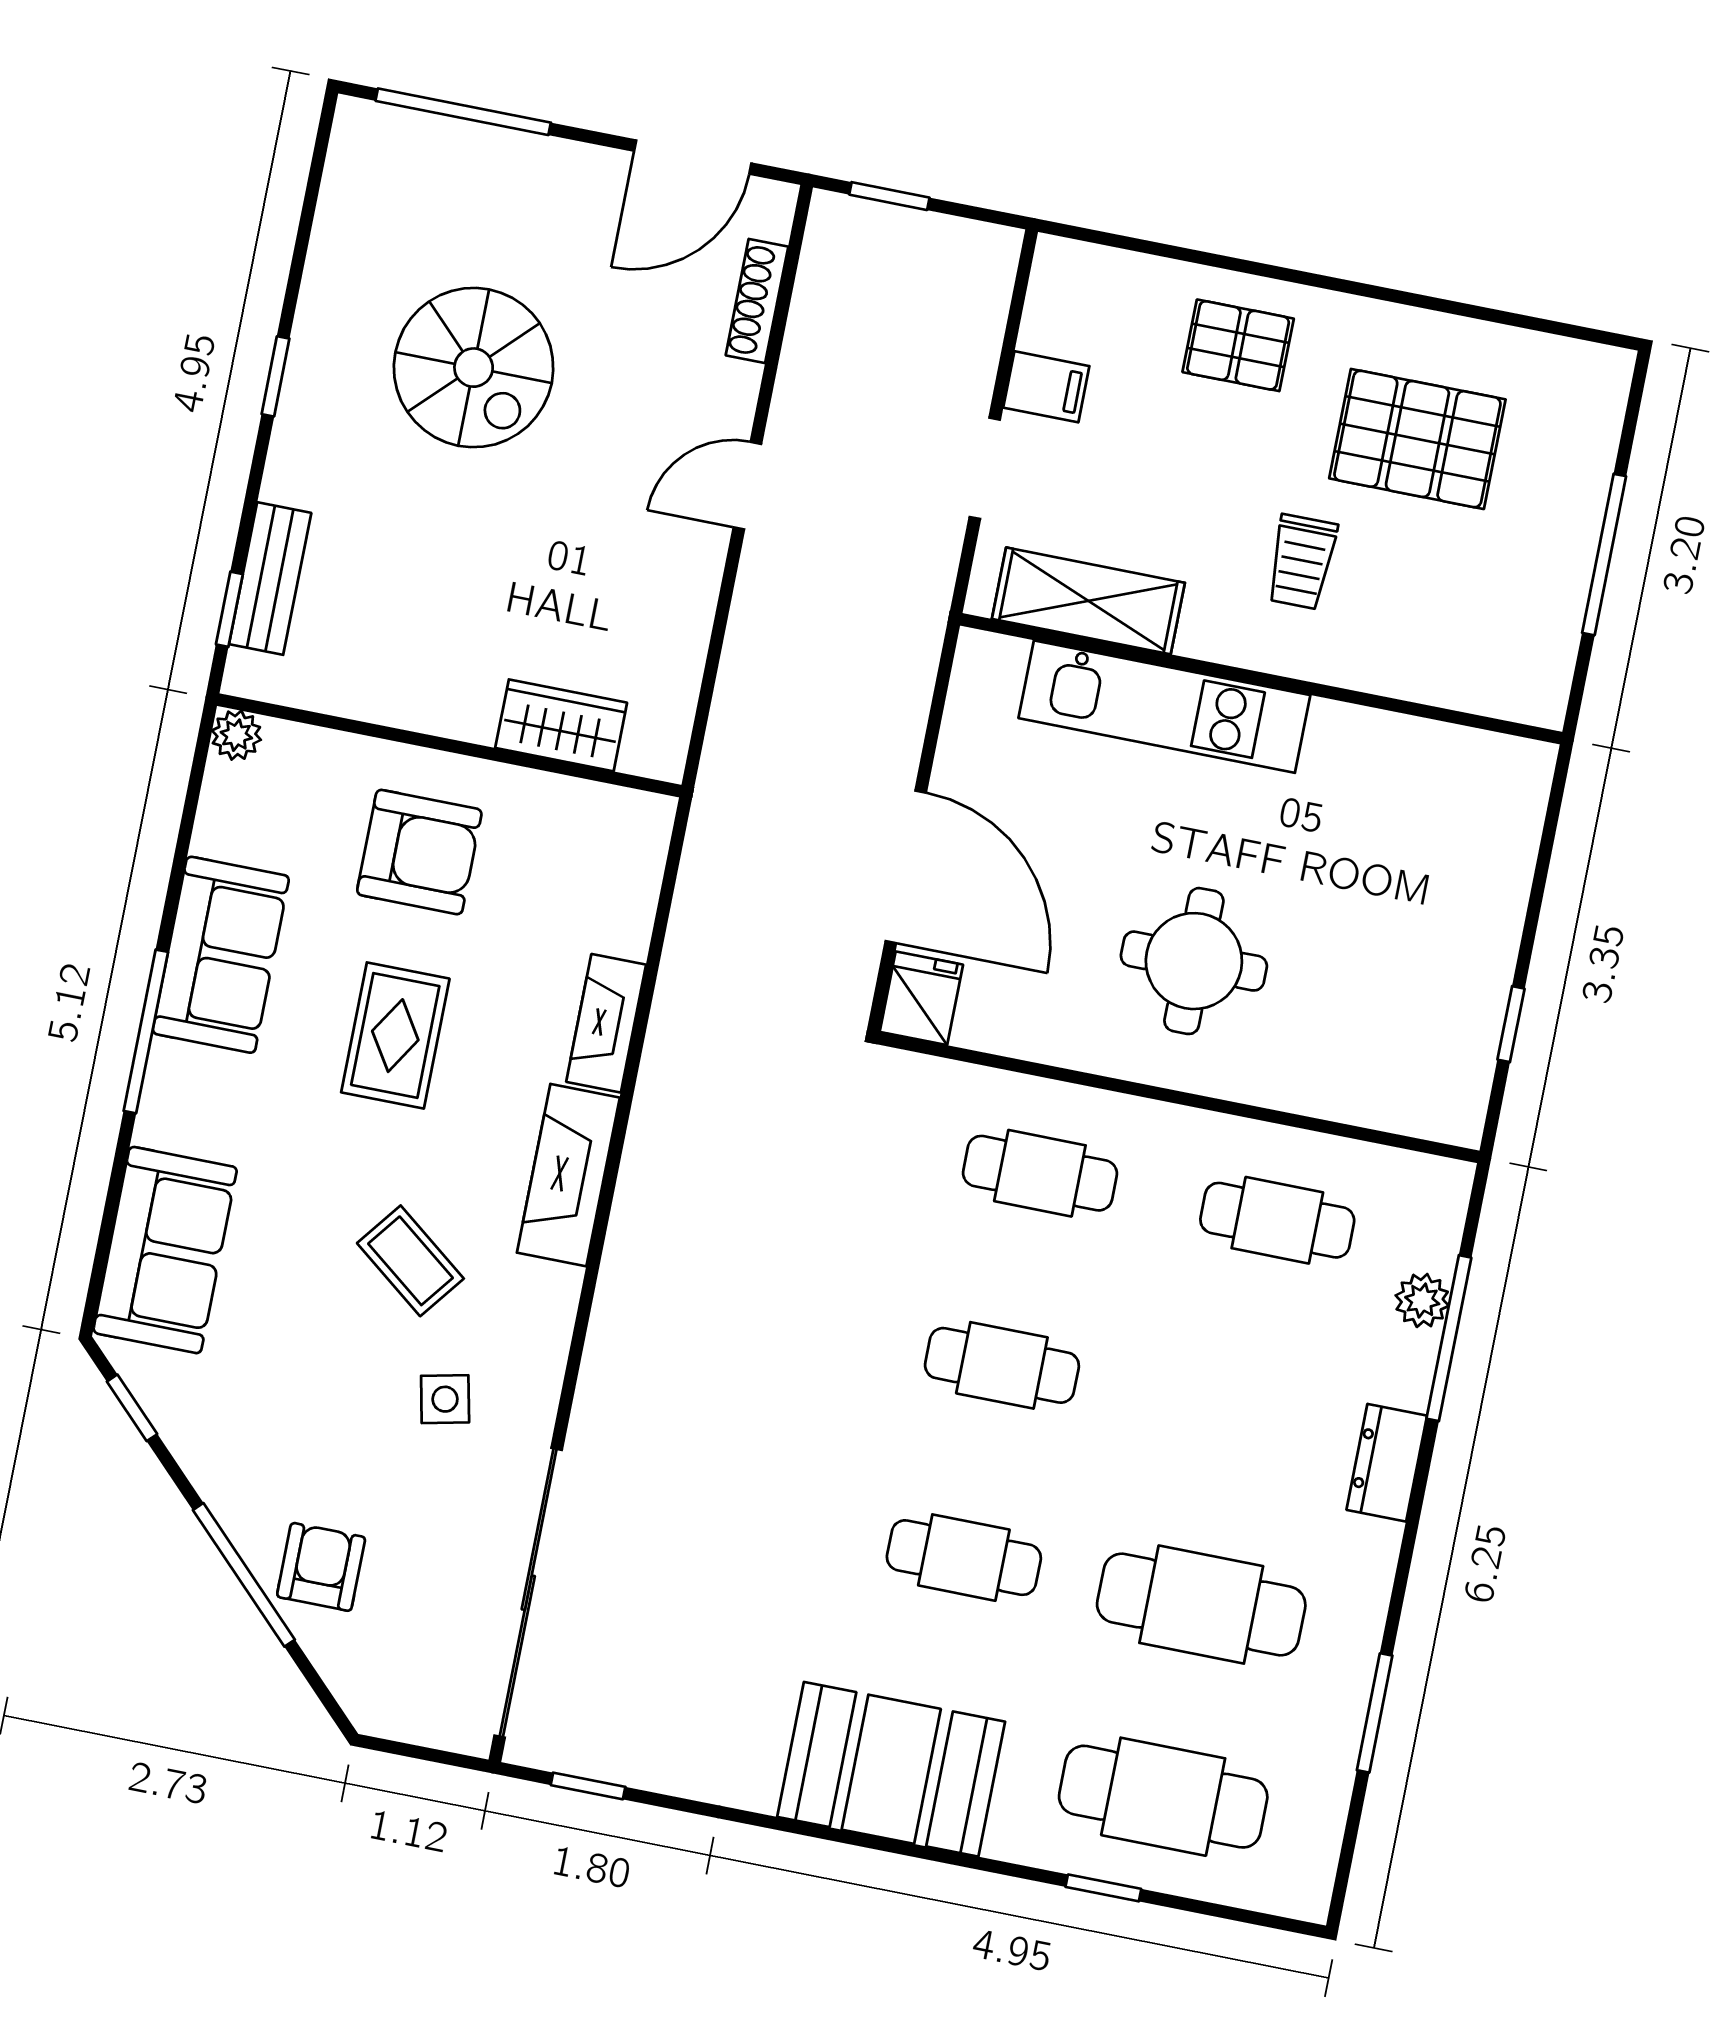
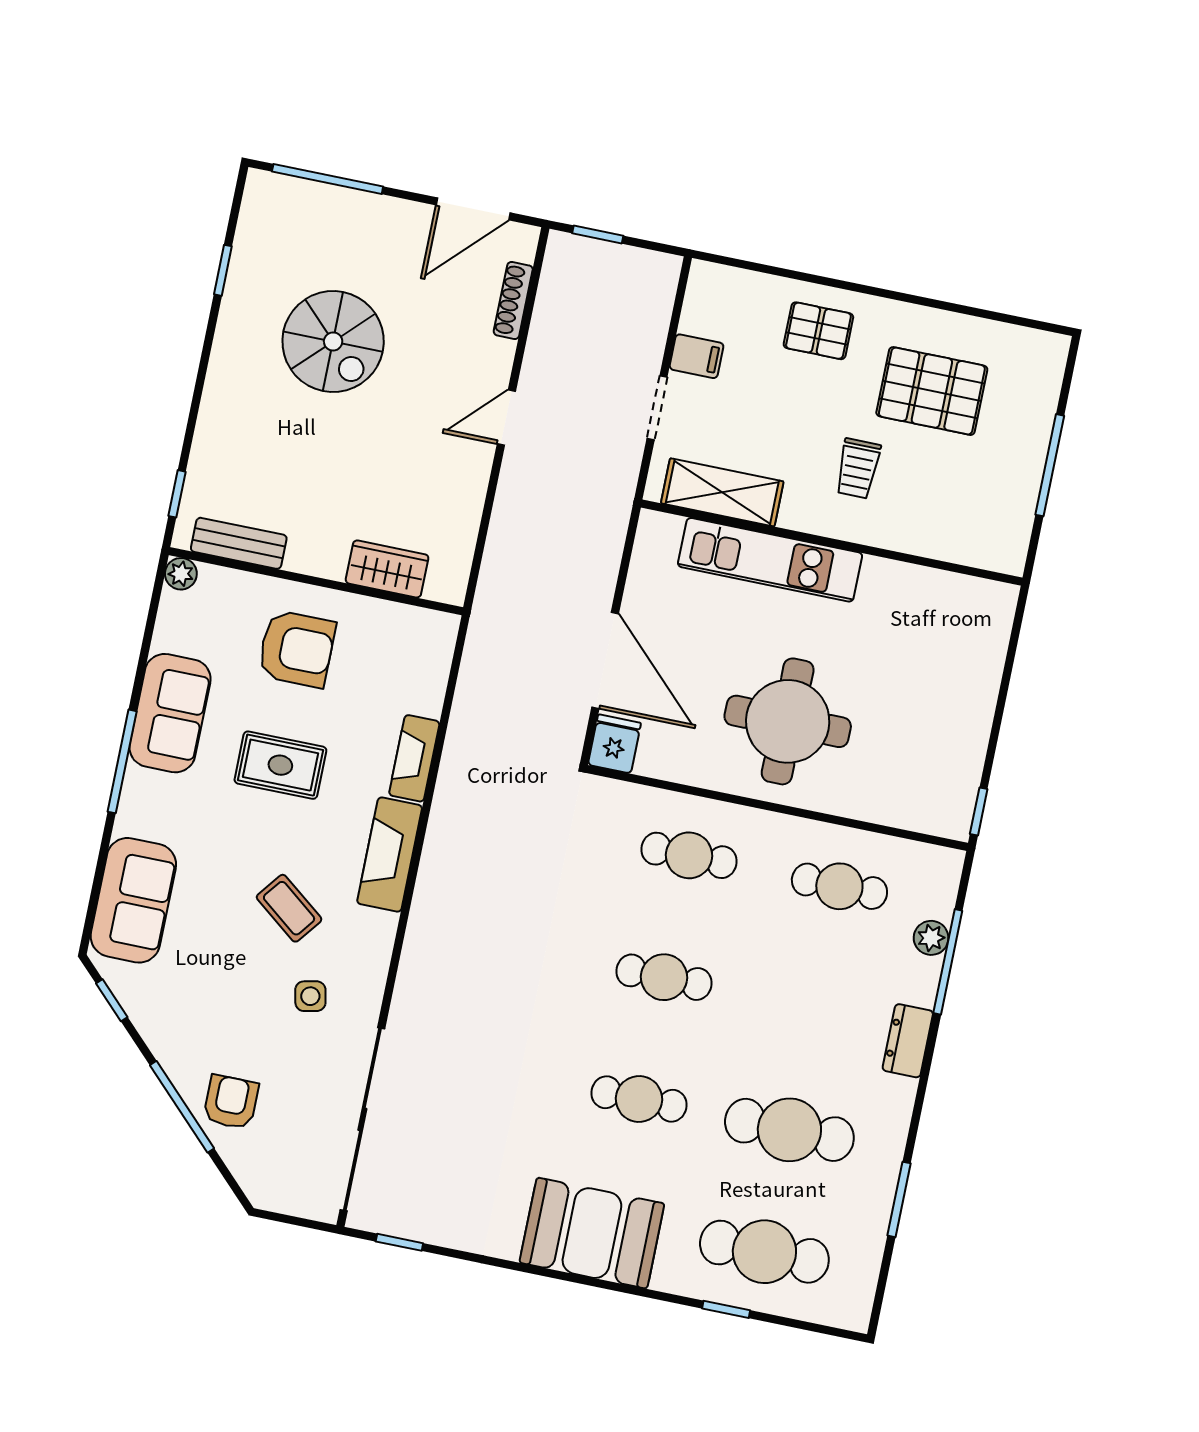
window: (276, 376) -> (223, 270), moved
bench: (270, 579) -> (239, 543), moved, turned 90
round table: (1194, 961) -> (788, 721), width x1.36, depth x1.36
window: (1511, 1024) -> (979, 812), moved
rug: (395, 1036) -> (280, 765), turned 90

